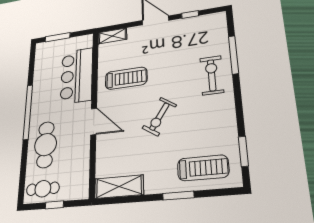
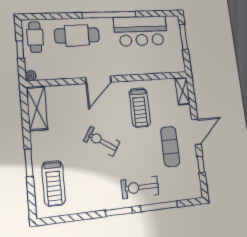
exercise mat: (169, 46) -> (170, 146), added
exercise bike: (212, 75) -> (140, 187), turned 180
bar counter: (77, 76) -> (141, 31), moved, turned 180
window: (243, 151) -> (119, 212), moved
plant: (83, 193) -> (31, 76), added

